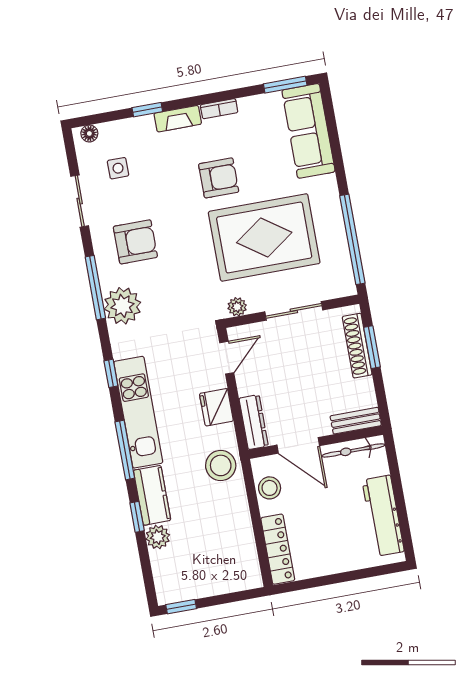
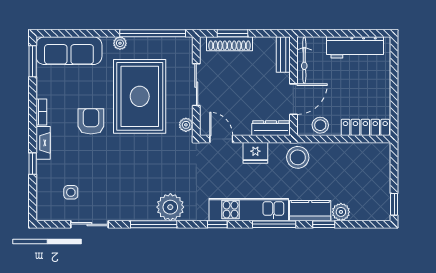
floor lamp: (89, 133) -> (42, 208), removed
plant: (331, 198) -> (120, 43), added
armchair: (135, 242) -> (126, 189), removed

